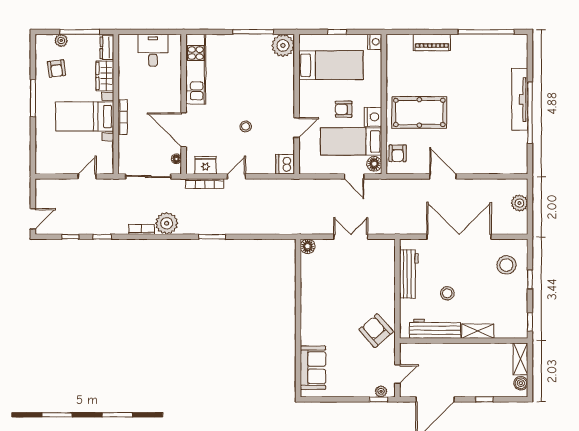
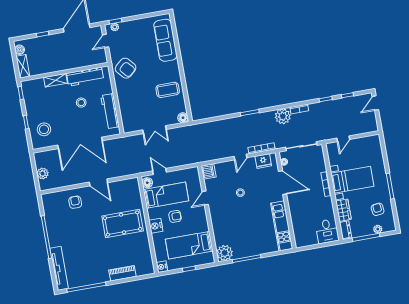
desk: (153, 50) -> (327, 231), moved
tv unit: (520, 99) -> (59, 268), moved
nightstand: (373, 117) -> (156, 226), moved
armchair: (398, 153) -> (75, 202), moved
coffee table: (322, 289) -> (168, 90), added
sofa: (313, 368) -> (165, 40), width x1.36

